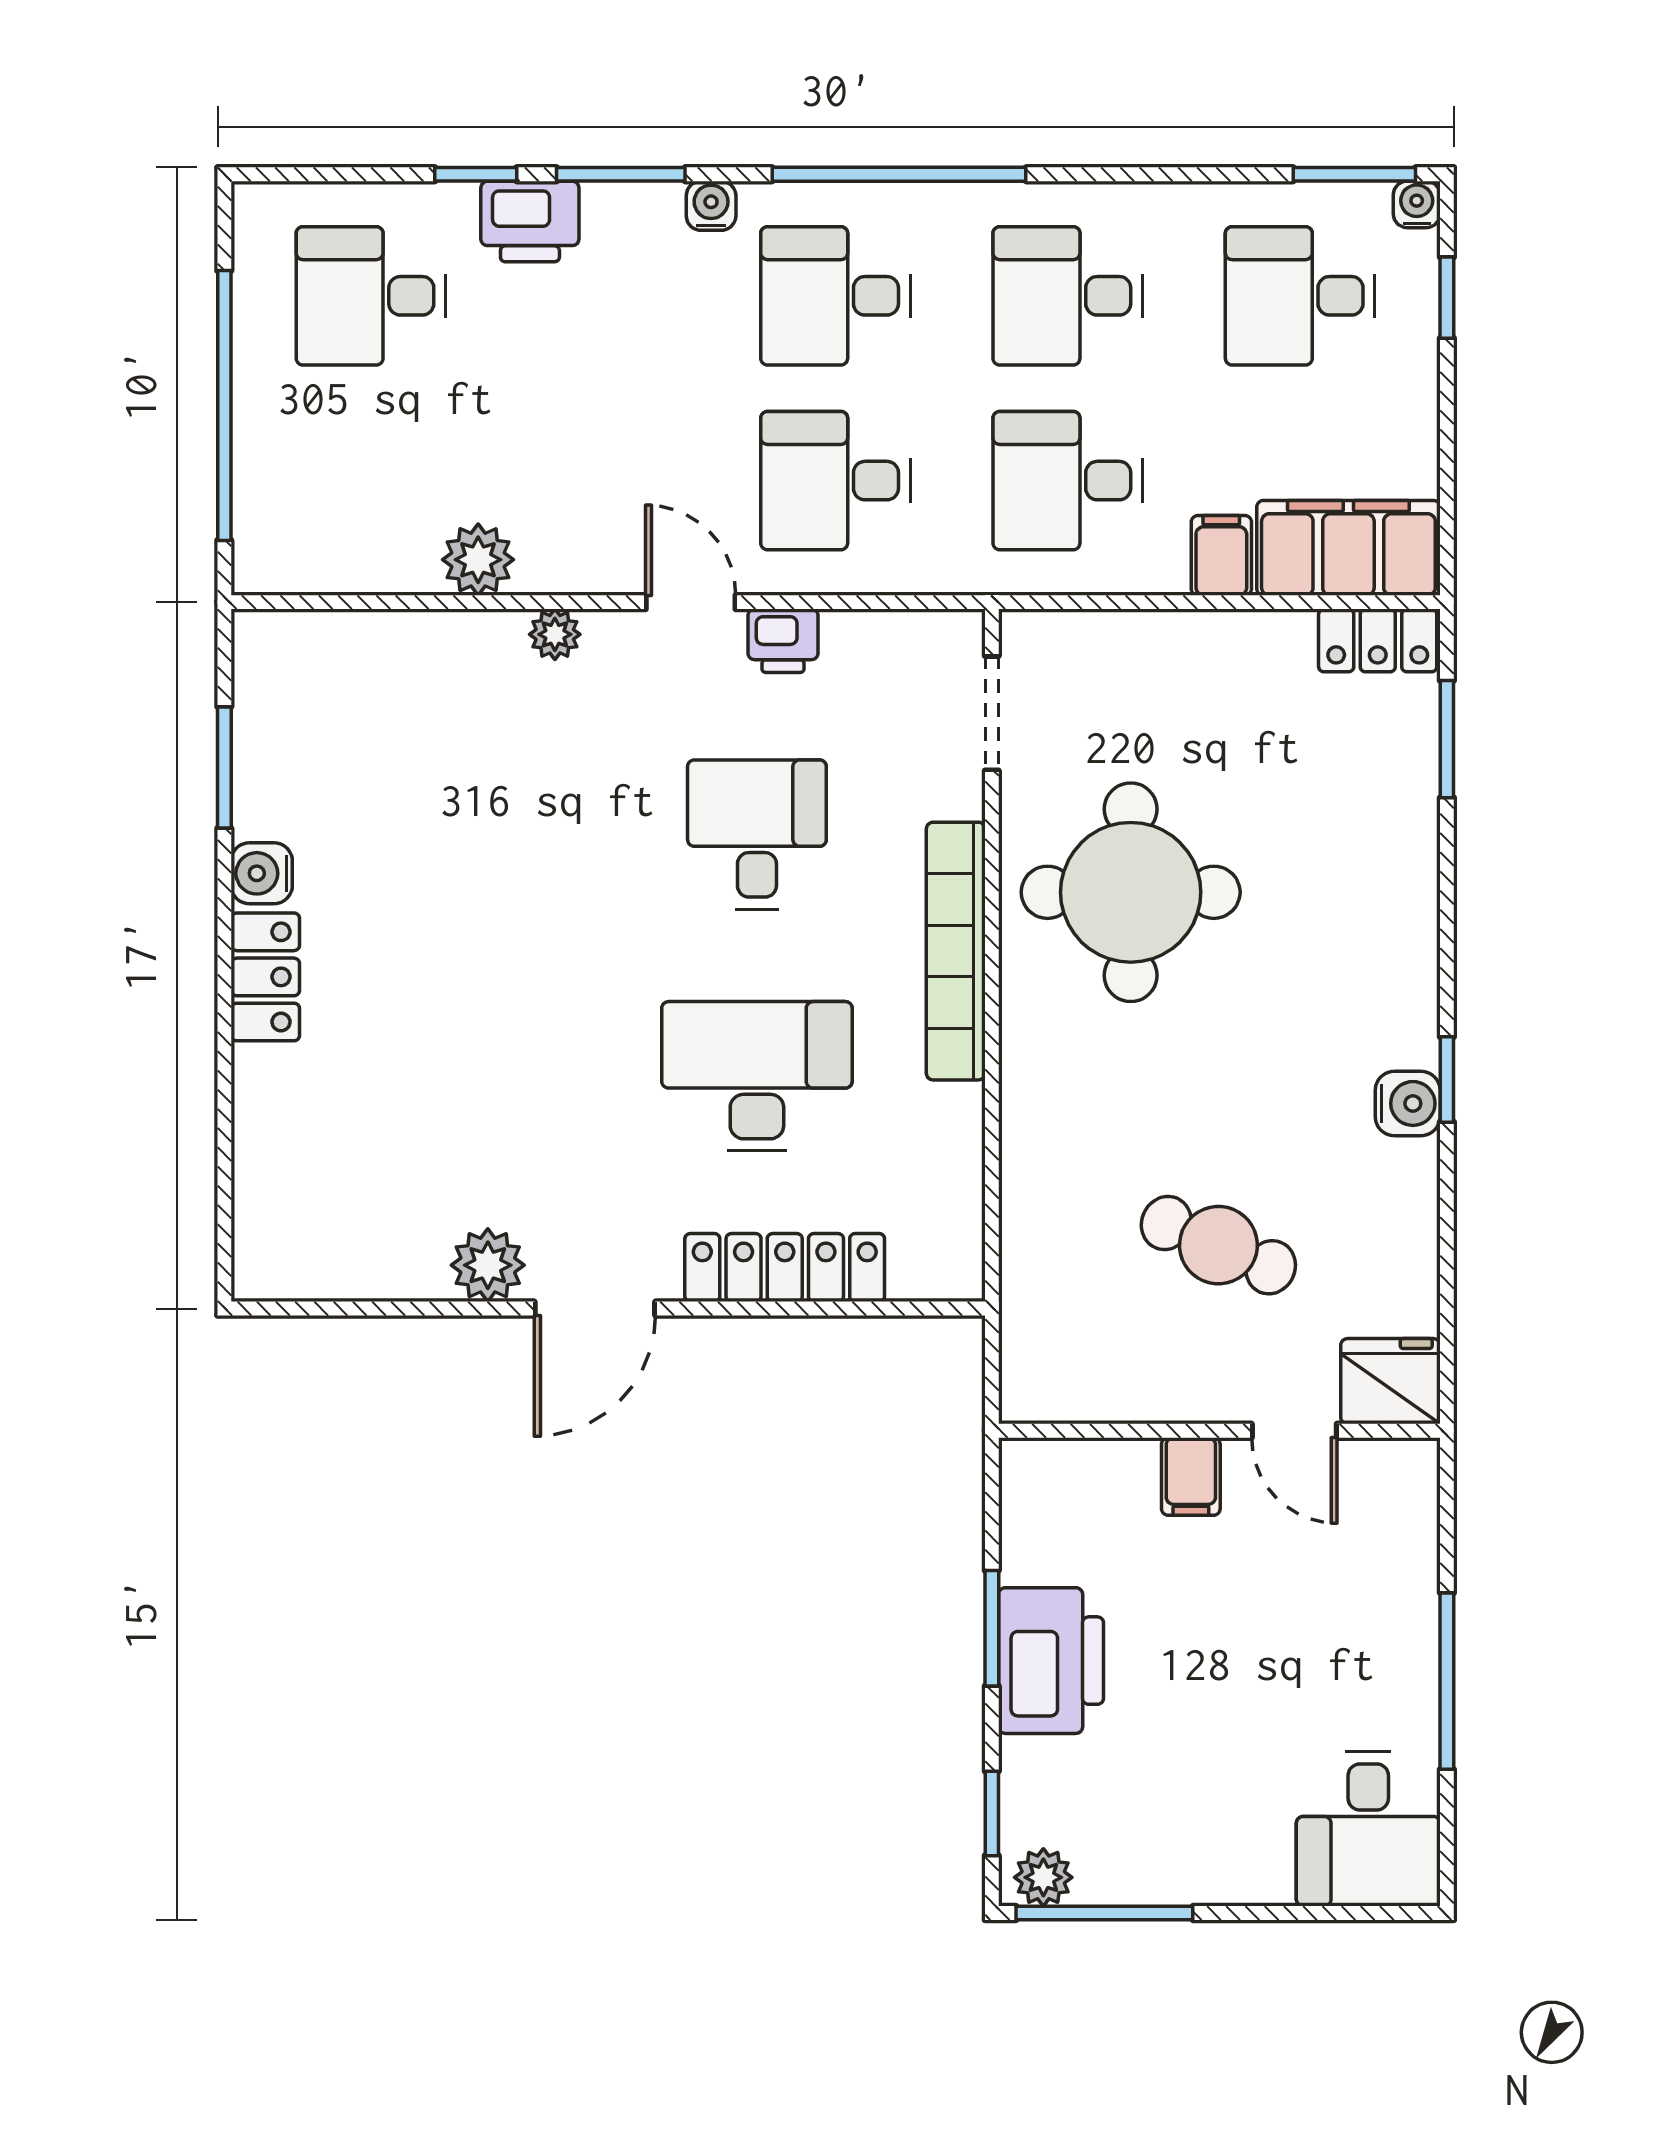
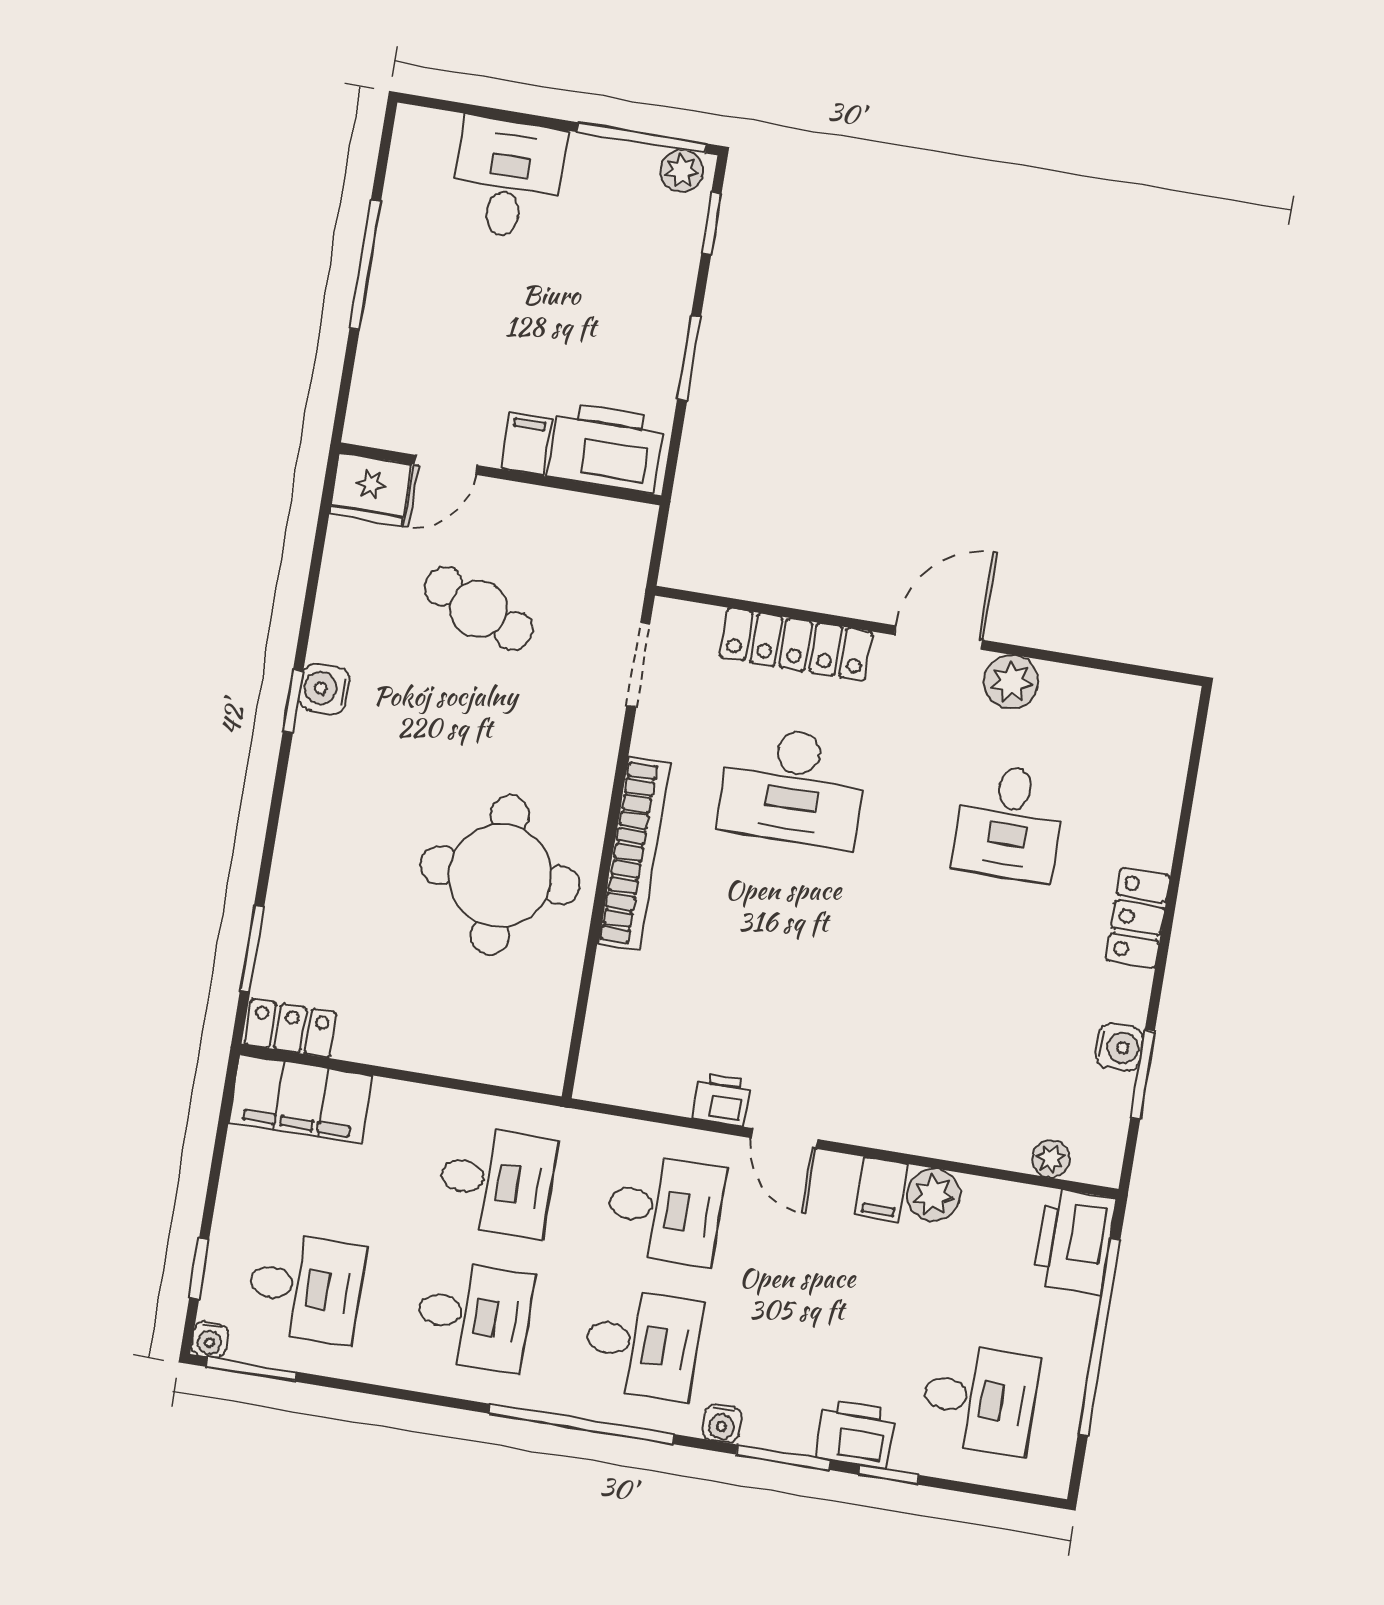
printer: (279, 529) -> (1074, 1241), added
filing cabinet: (1221, 555) -> (881, 1189), moved
plant: (555, 634) -> (1051, 1159), moved
doorway: (992, 713) -> (638, 665), moved
desk: (757, 834) -> (1009, 822), moved
water cooler: (262, 873) -> (1119, 1047), moved
door: (1294, 1431) -> (446, 465), swing flipped
printer: (1051, 1661) -> (606, 447), moved, turned 90
desk: (1368, 1829) -> (508, 178), moved

